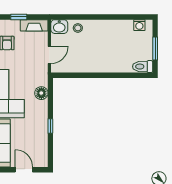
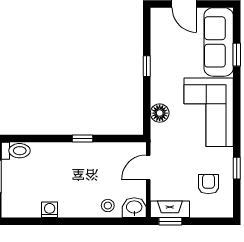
window: (19, 17) -> (170, 221), moved
washing machine: (139, 25) -> (50, 210), moved
window: (96, 75) -> (82, 138), added

